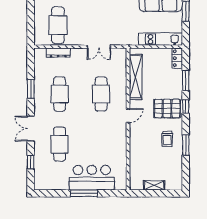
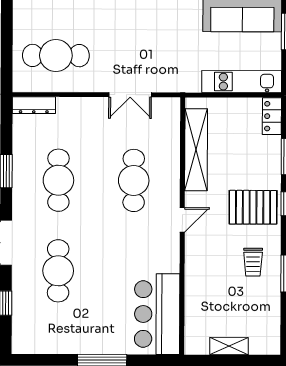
cafe table: (58, 25) -> (56, 56), turned 90
dresser: (58, 53) -> (34, 105), moved
bar counter: (92, 178) -> (157, 314), moved, turned -90

